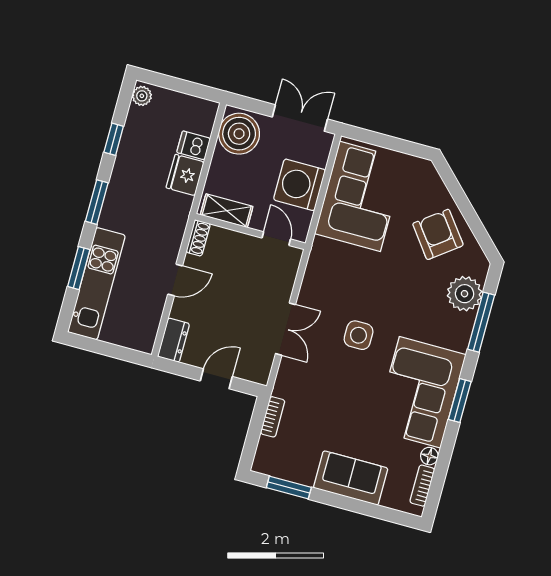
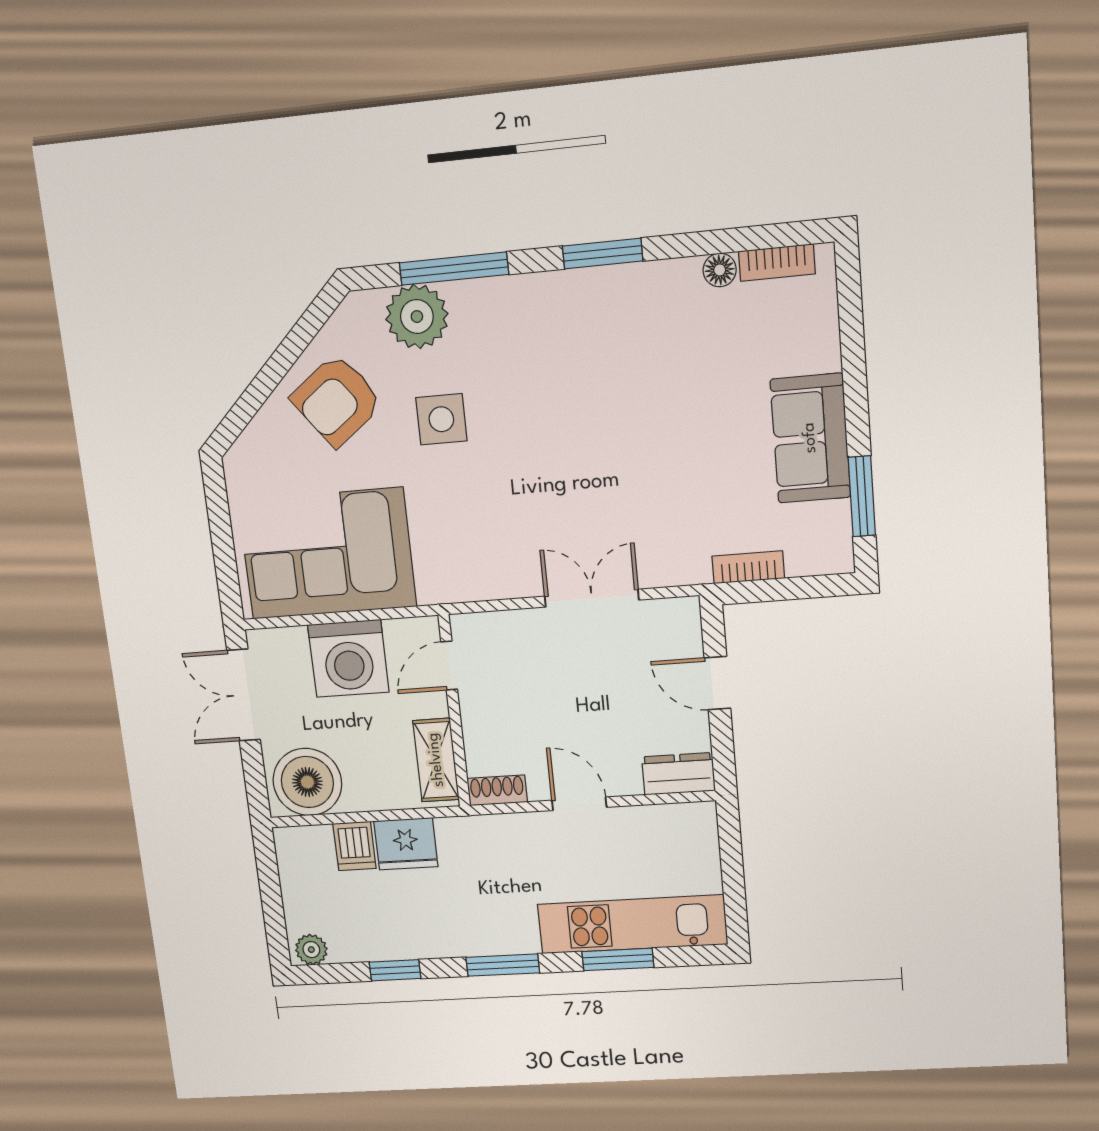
side table: (359, 335) -> (441, 419), moved
corner sofa: (420, 392) -> (614, 329), removed
sofa: (351, 478) -> (810, 438), moved

